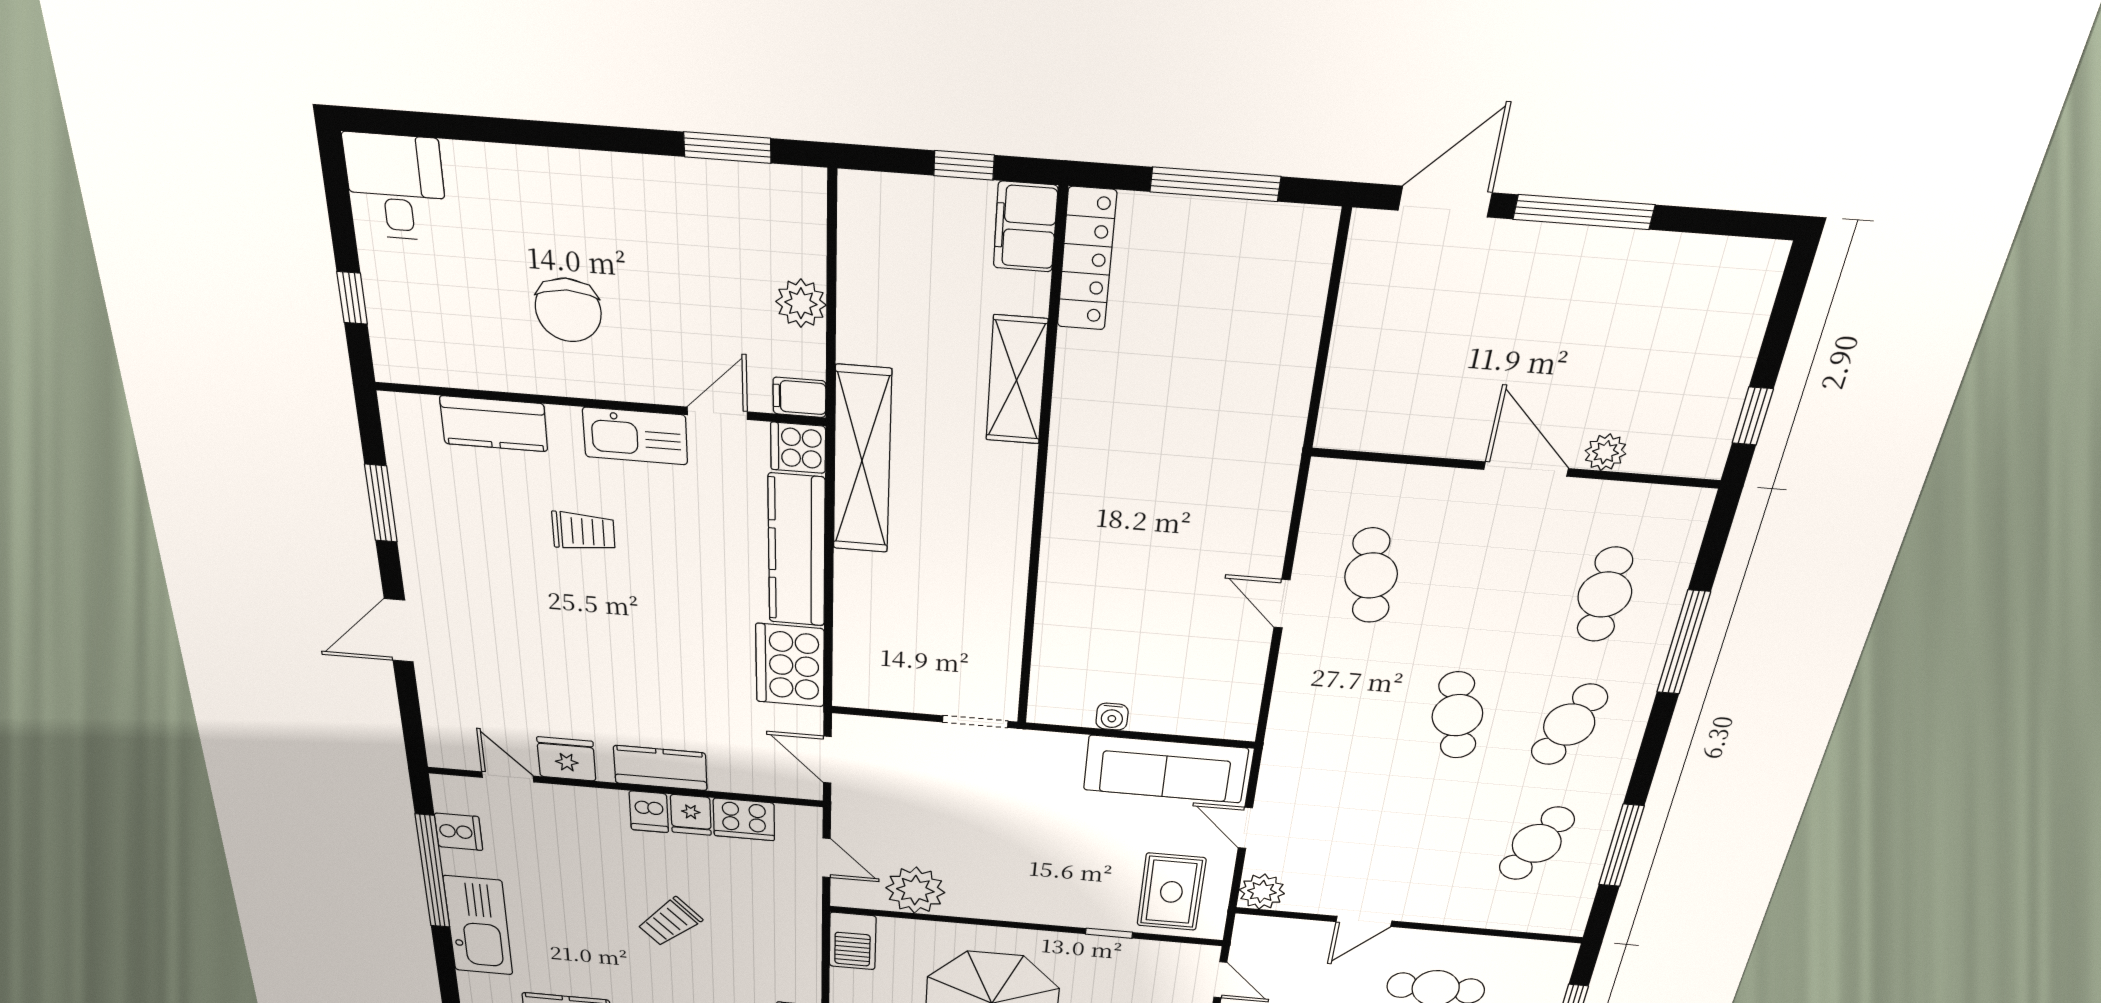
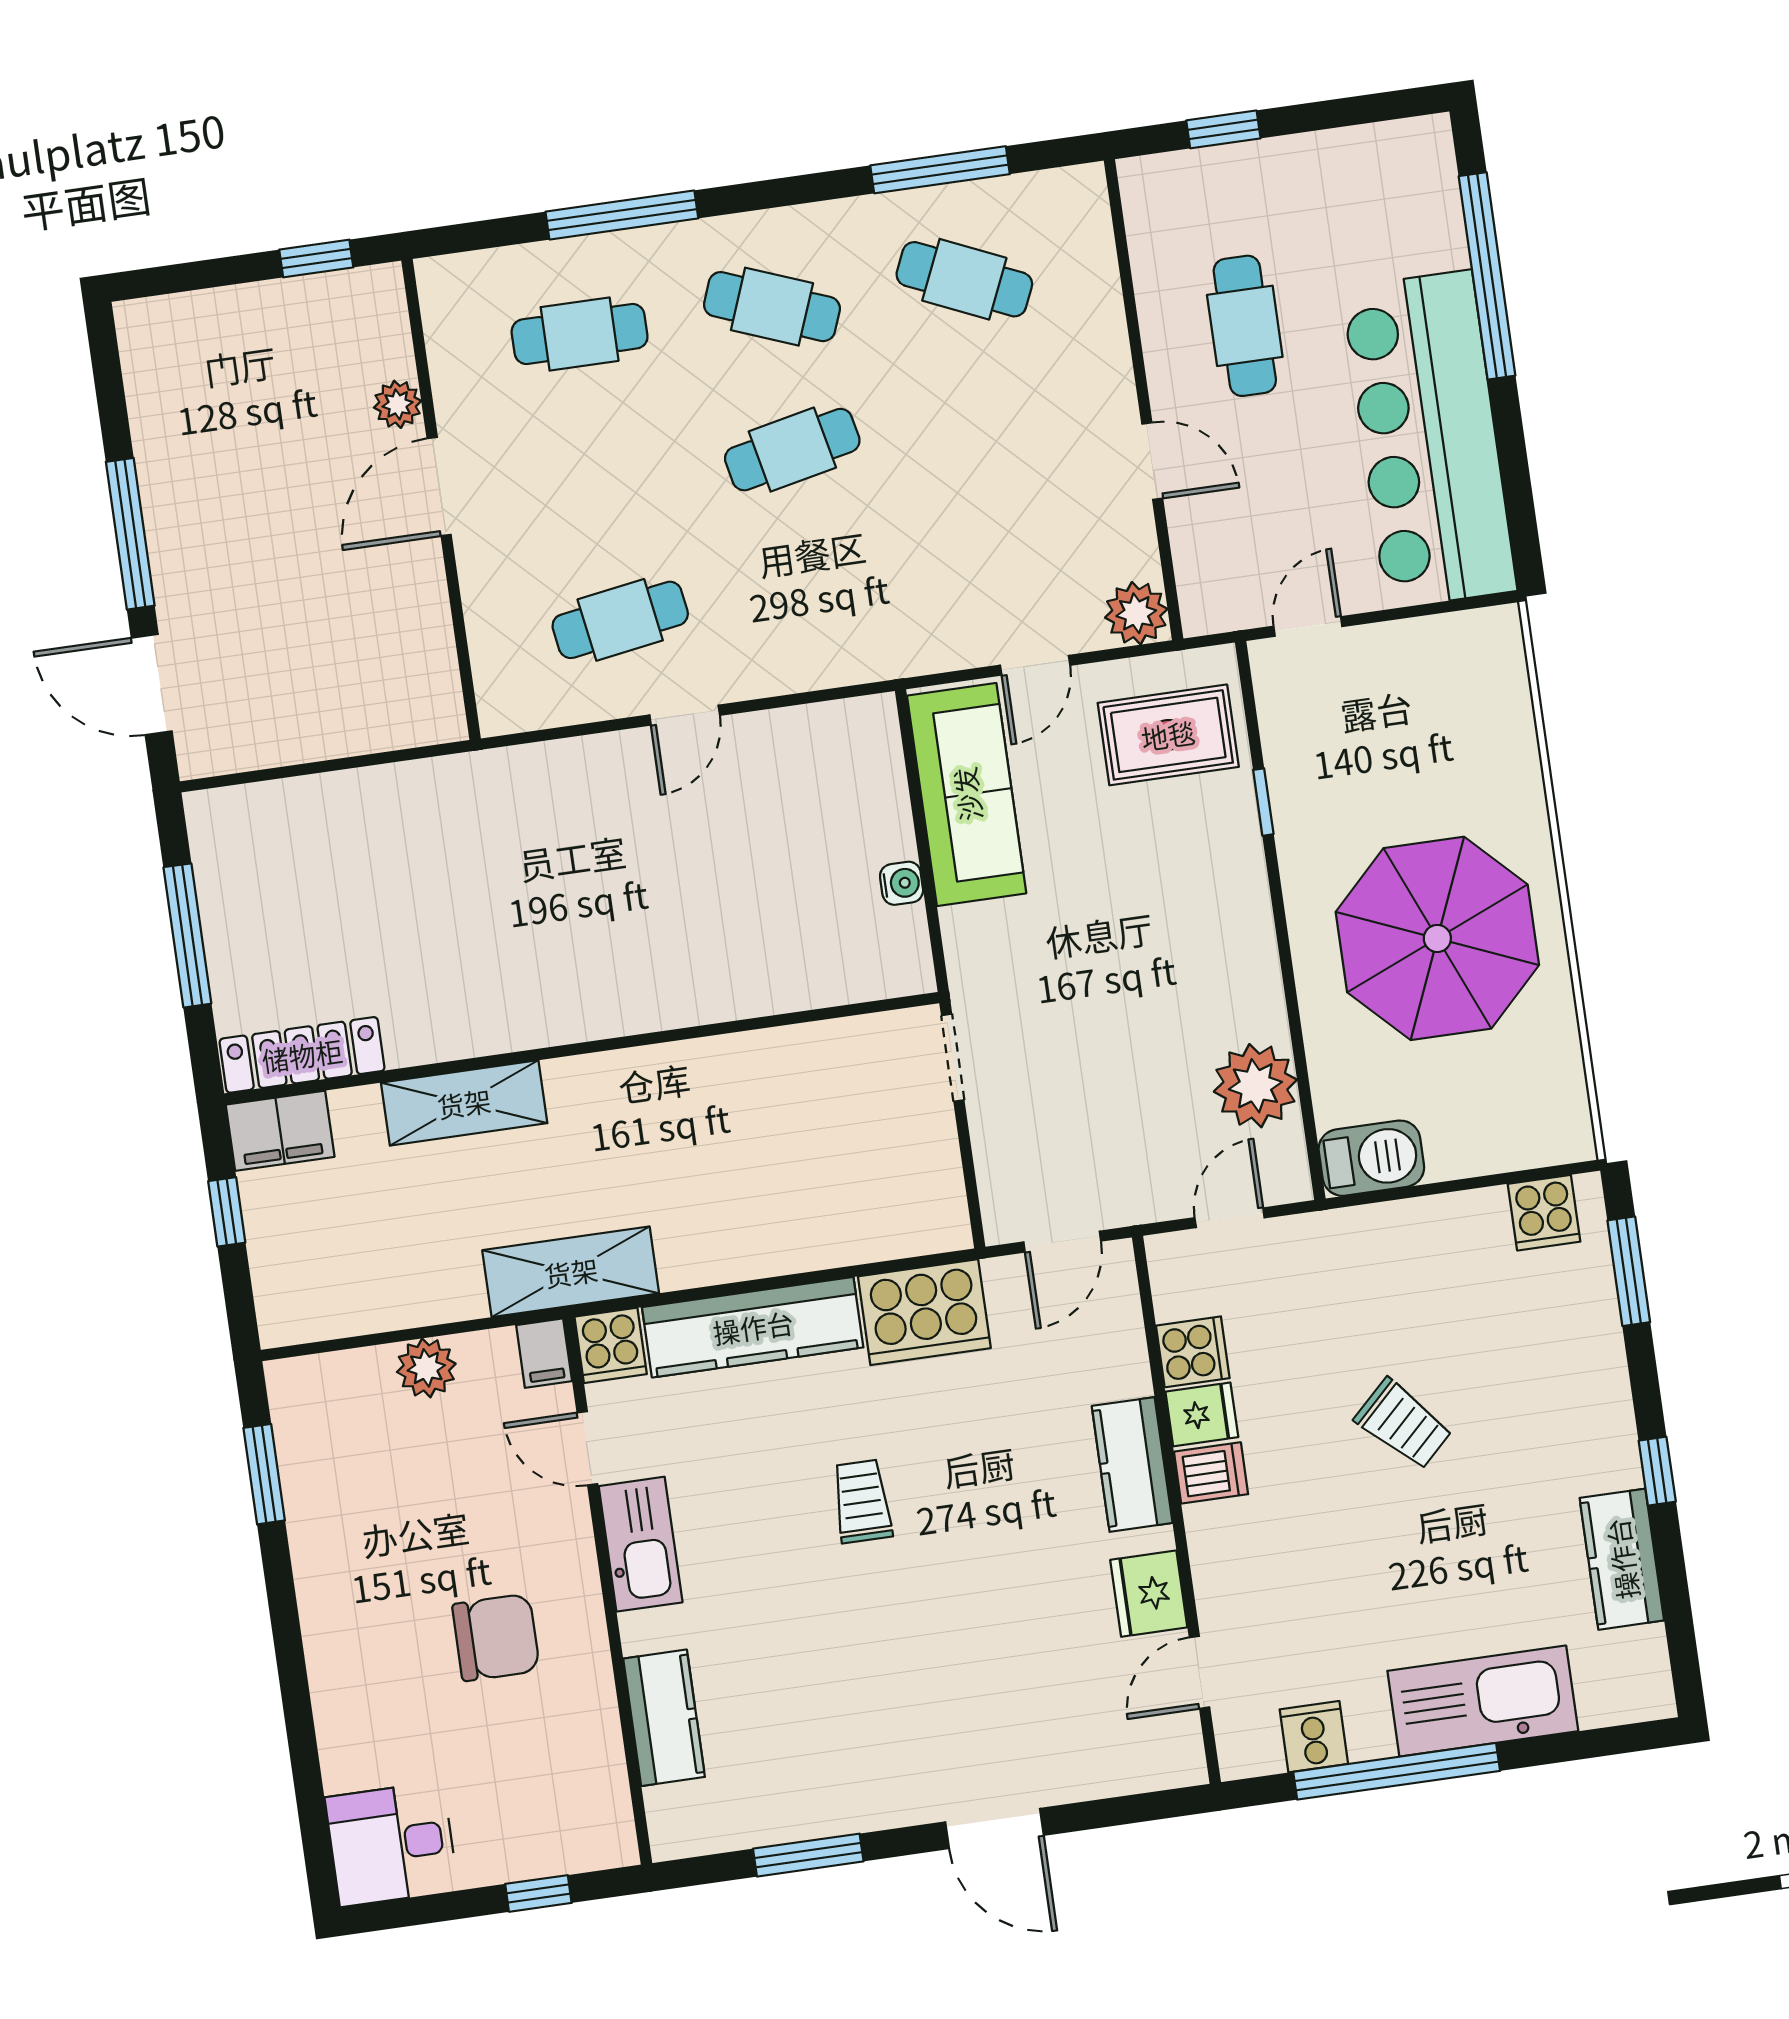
shelving: (862, 461) -> (571, 1272), width x0.68
trolley: (583, 531) -> (862, 1501), moved
cooker: (744, 819) -> (1193, 1352), width x0.73

